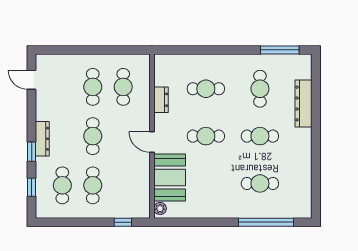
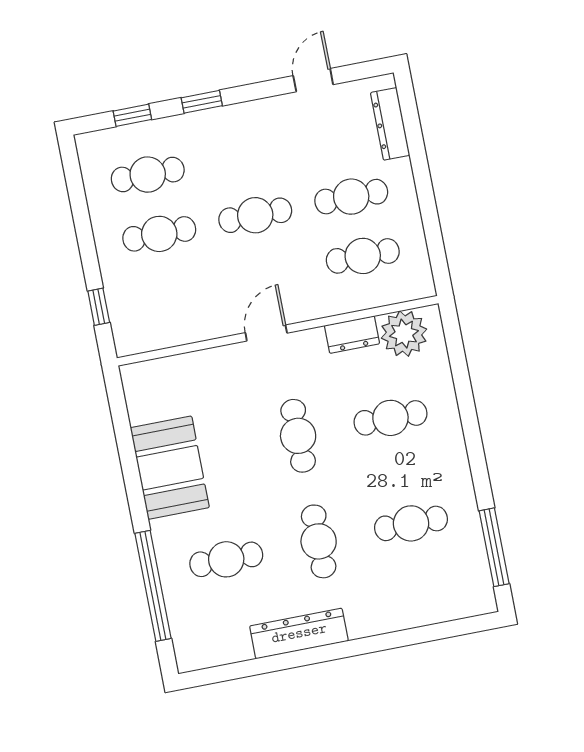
door: (32, 80) -> (313, 80), moved
cafe table: (206, 89) -> (390, 418), turned 90
dresser: (304, 104) -> (299, 633), moved
dresser: (42, 139) -> (390, 124), moved, turned 90
booth: (170, 178) -> (170, 468), moved, turned 90
cafe table: (260, 183) -> (226, 559), turned 90
plant: (160, 209) -> (404, 334), moved, width x1.87, depth x1.87

